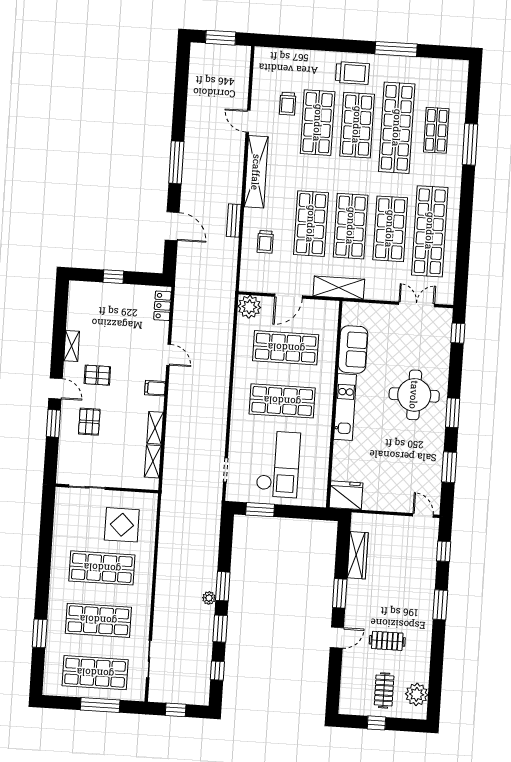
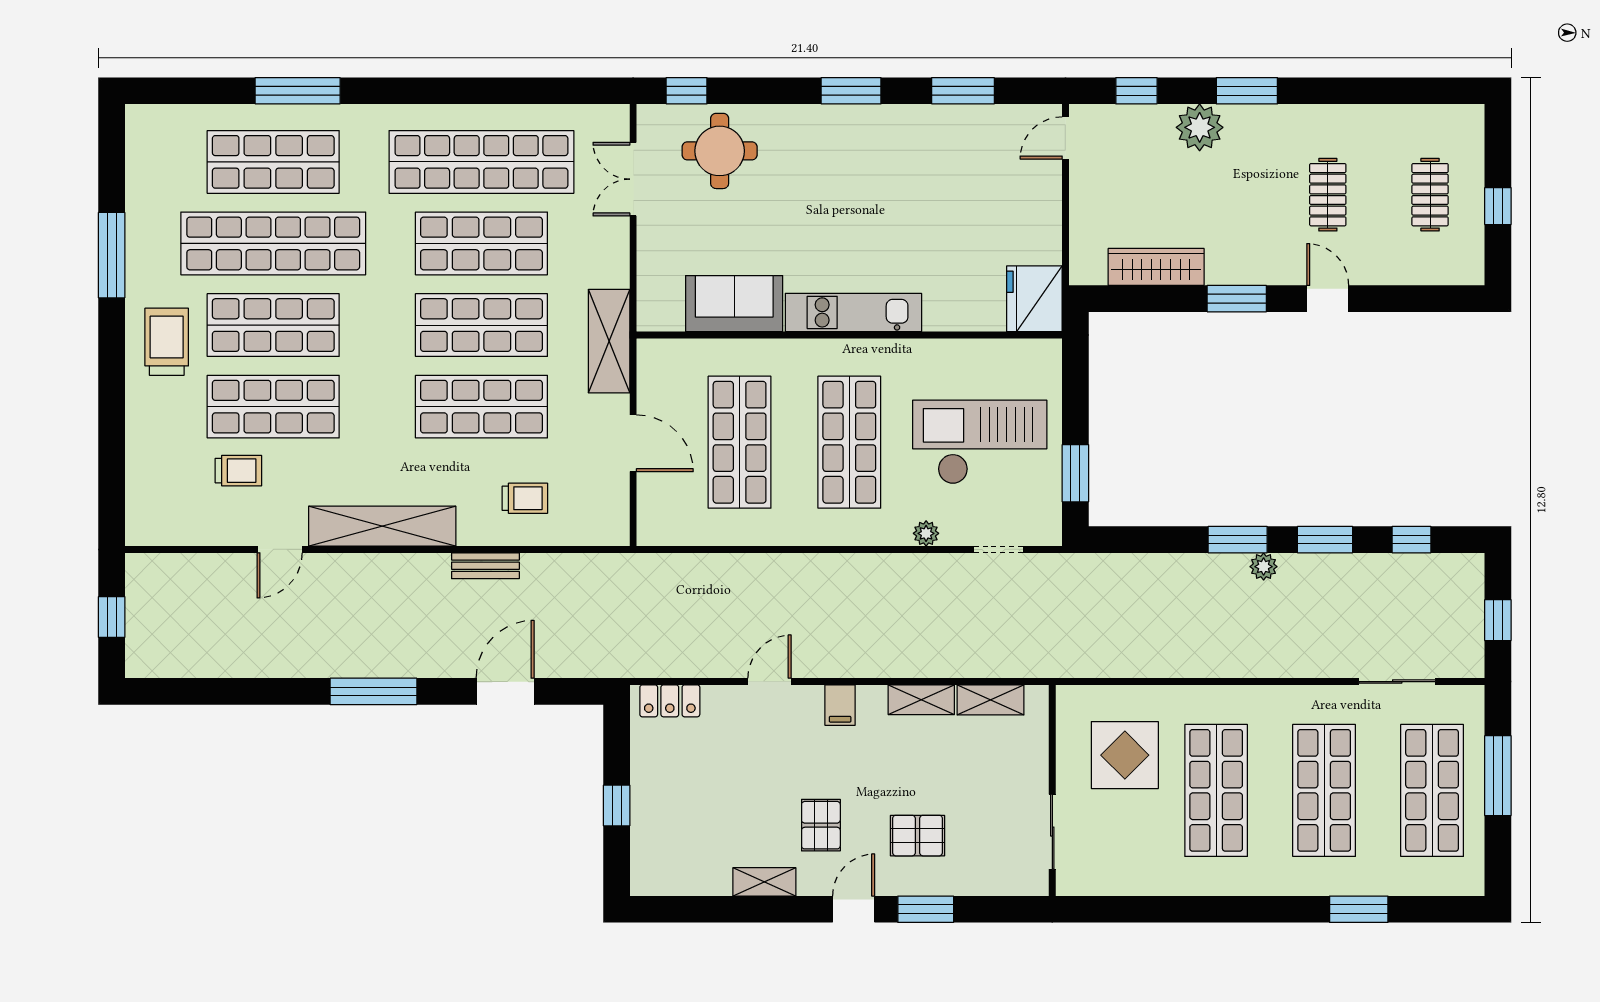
window: (221, 38) -> (112, 617), width x0.67
shop shelf: (436, 130) -> (273, 162), width x1.43, depth x1.36
plant: (249, 307) -> (926, 533), moved, width x0.53, depth x0.53
round table: (414, 395) -> (720, 151), moved, width x0.73, depth x0.73
clothes rail: (384, 690) -> (1430, 195), turned 90
plant: (417, 694) -> (1200, 127), moved

